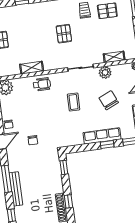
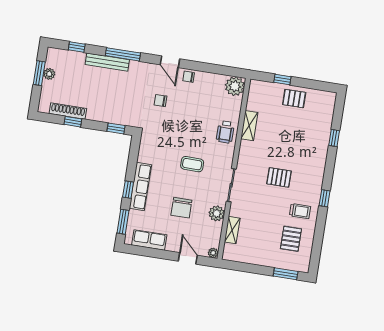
chair: (109, 100) -> (181, 208), turned 114

